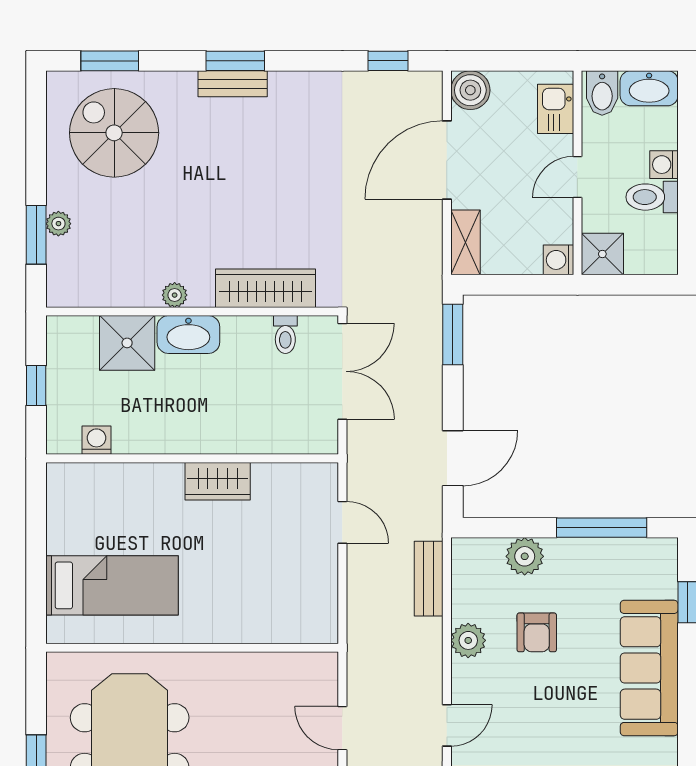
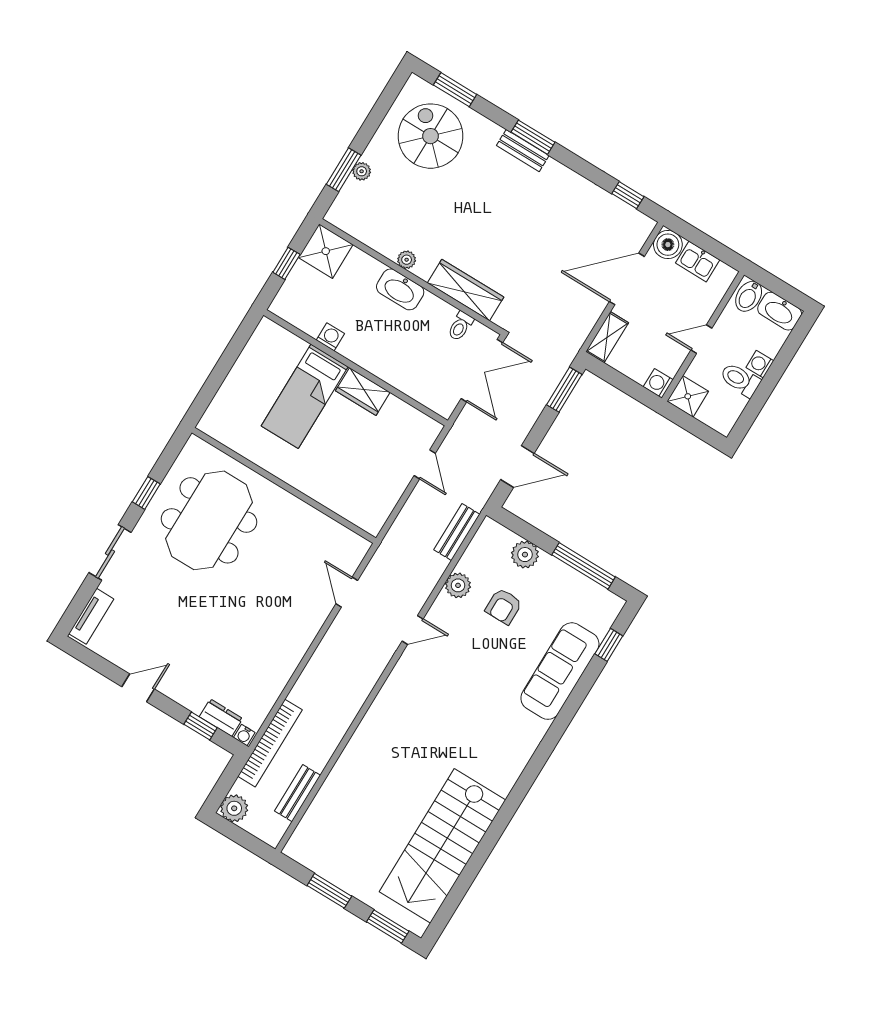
kitchen sink: (556, 109) -> (698, 261), moved, turned -90
shower: (127, 343) -> (326, 251), moved
washing machine: (96, 440) -> (330, 337), moved
bed: (112, 585) -> (305, 396), moved, turned 90

